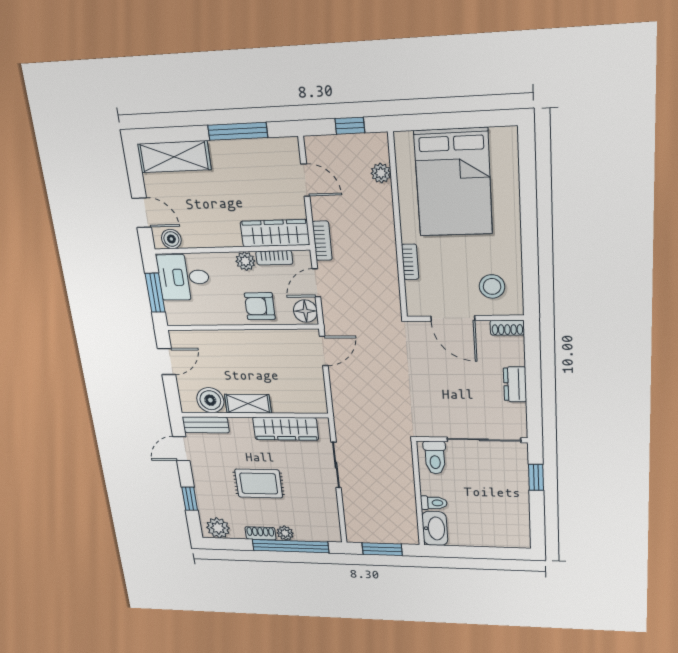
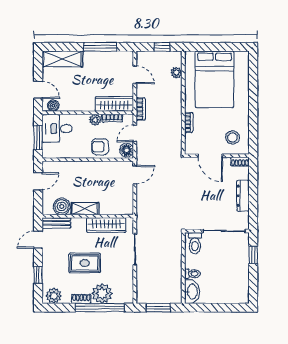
dresser: (515, 384) -> (243, 196), width x1.44
plant: (285, 533) -> (102, 293), width x1.88, depth x1.88

